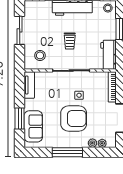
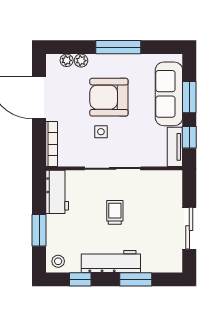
stool: (40, 55) -> (159, 191), removed
window: (20, 92) -> (189, 137), added
sofa: (33, 126) -> (169, 94), width x1.36

